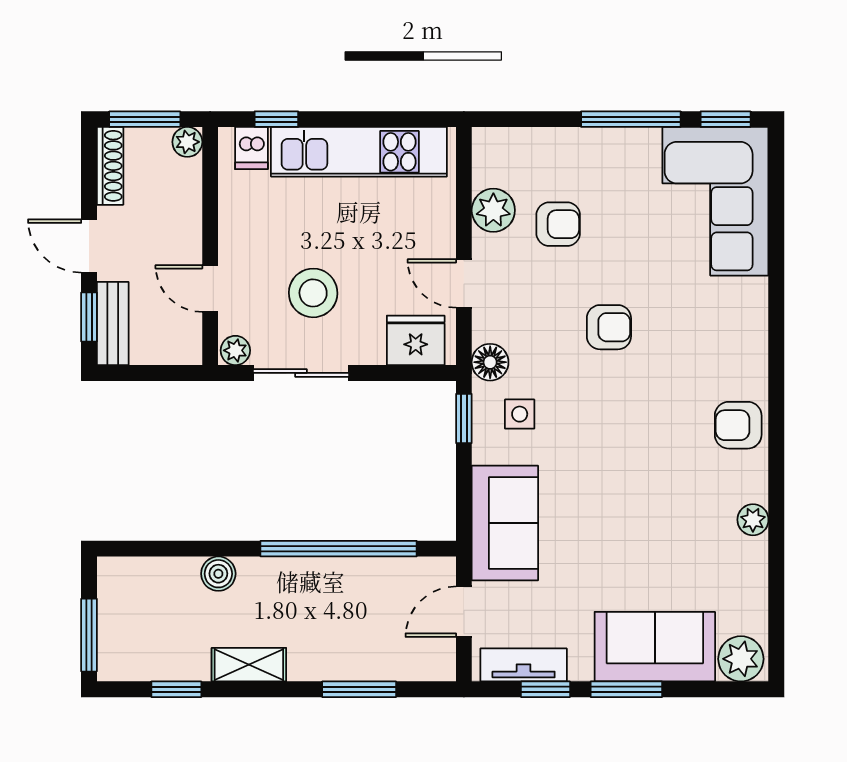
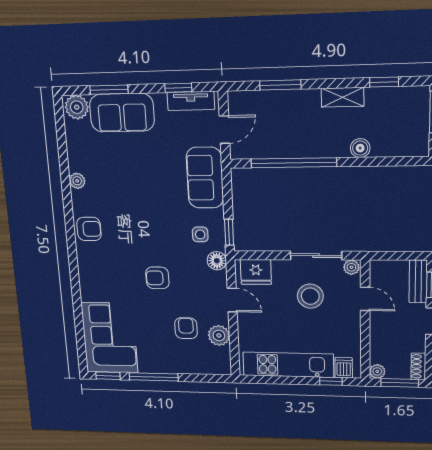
shoe rack: (110, 166) -> (418, 366), width x0.70
armchair: (558, 224) -> (186, 328), turned 90
window: (626, 689) -> (109, 90), moved

